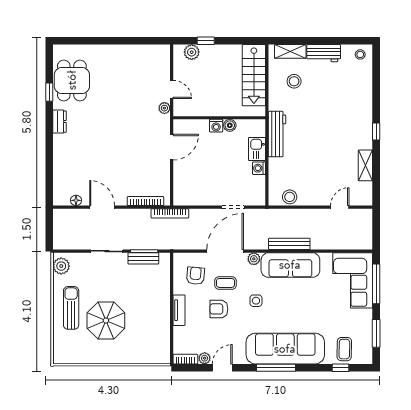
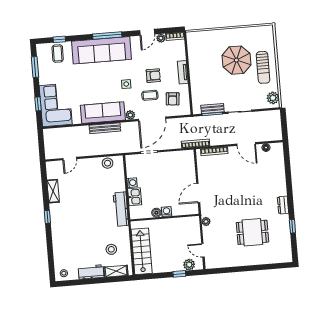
dining table: (72, 80) -> (252, 232), moved, turned 90
door: (172, 89) -> (203, 250), moved
window: (376, 284) -> (38, 104), width x0.46

